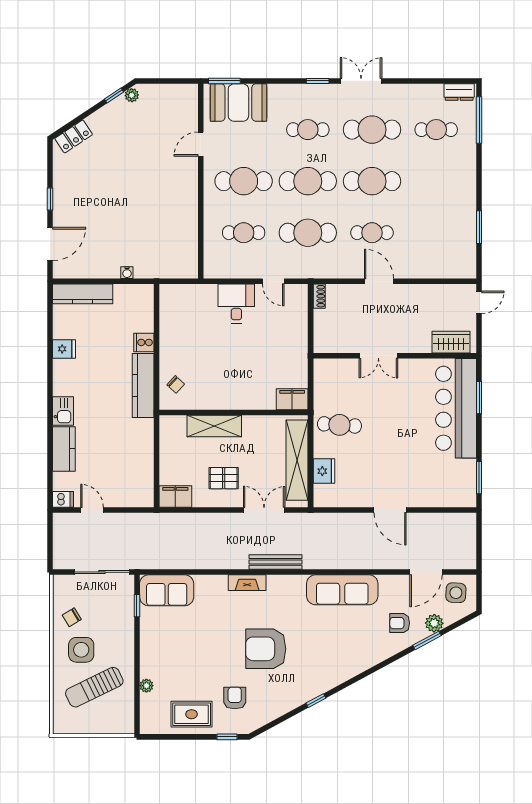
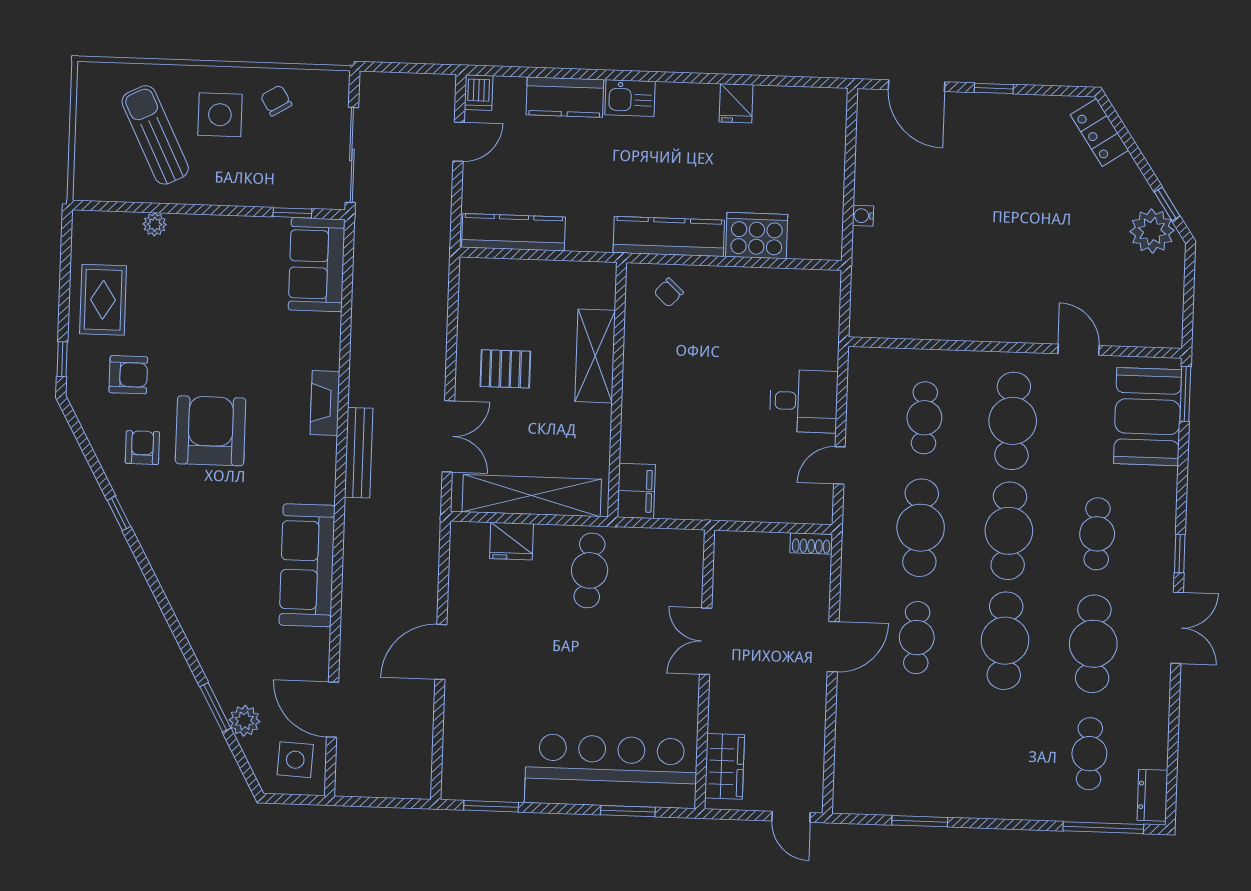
plant: (132, 95) -> (1152, 231), width x1.88, depth x1.88
kitchen counter: (83, 294) -> (513, 232), moved, turned 90
cooker: (144, 342) -> (757, 236), width x1.87, depth x1.31
pallet: (224, 478) -> (505, 369), turned 90
filing cabinet: (175, 496) -> (477, 285), removed
armchair: (400, 623) -> (142, 448), moved

